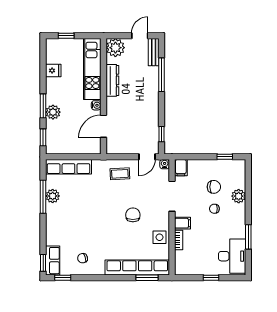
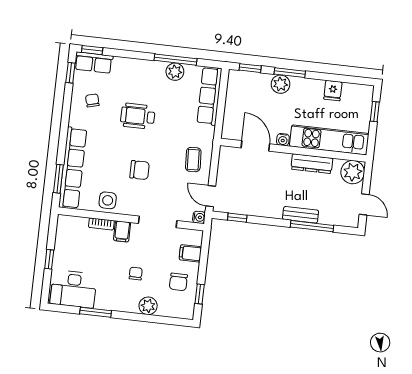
bench: (154, 52) -> (301, 215), moved
filing cabinet: (181, 168) -> (190, 253), moved
chair: (214, 187) -> (178, 282), moved
wheelchair: (91, 221) -> (138, 116), added

